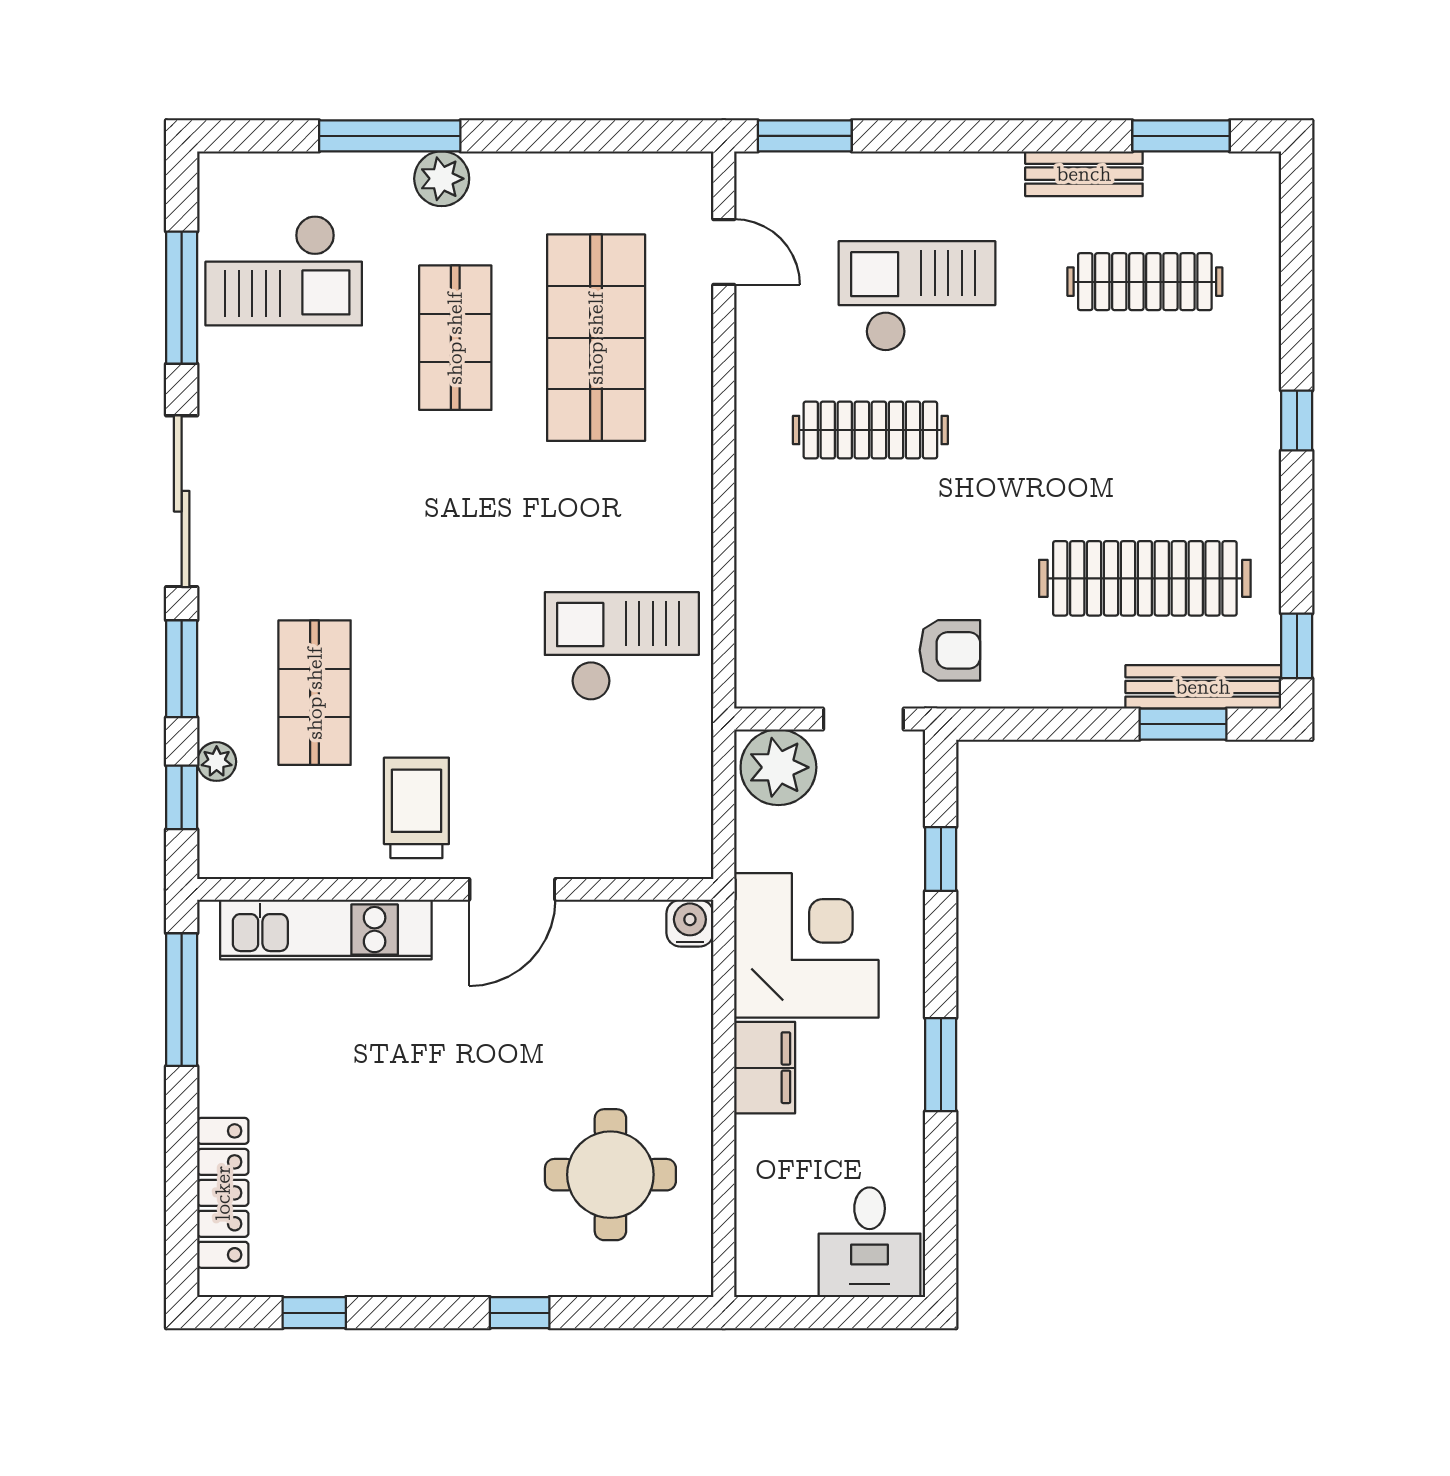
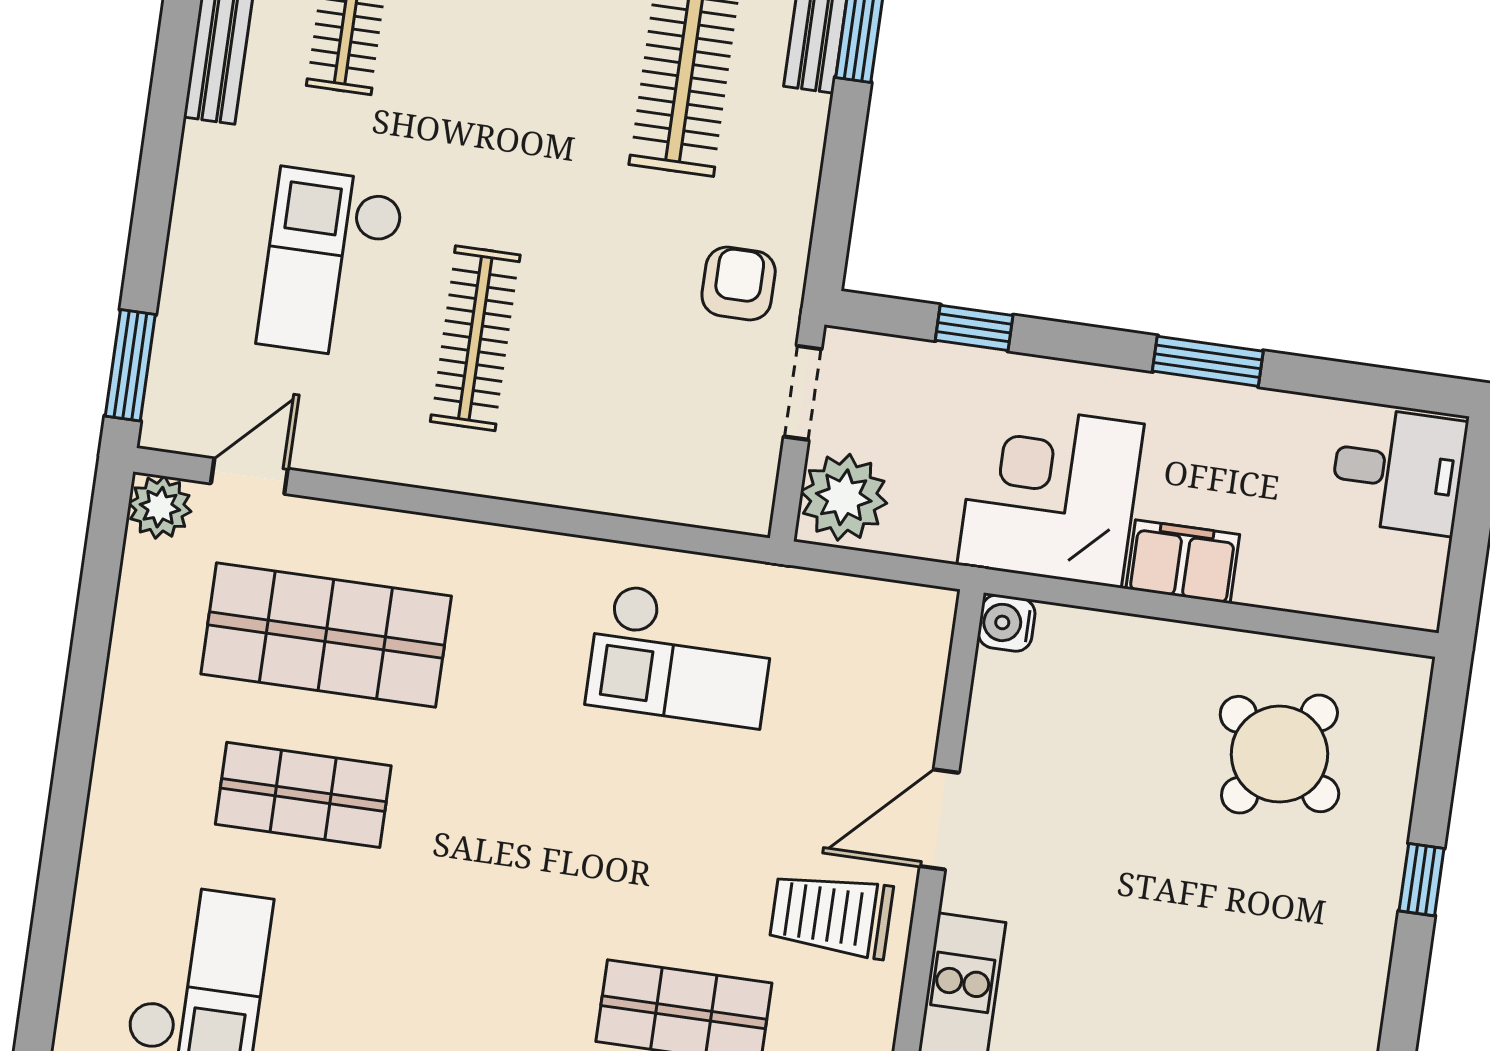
window: (390, 136) -> (63, 837), removed
plant: (442, 179) -> (160, 507), moved
checkout: (622, 646) -> (681, 656), turned -90
door: (512, 889) -> (939, 820), swing flipped
round table: (610, 1175) -> (1279, 754), turned 36

